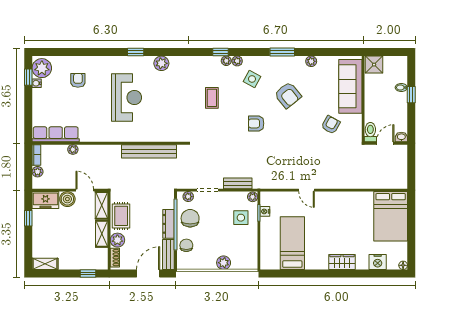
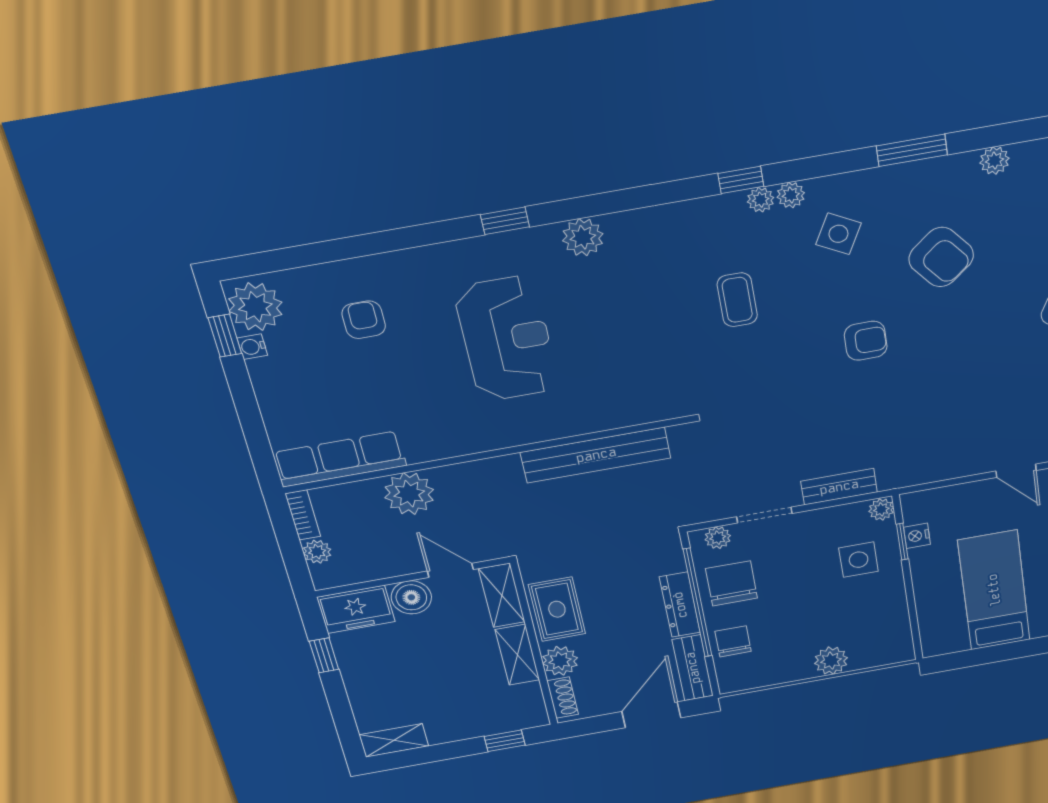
armchair: (256, 123) -> (866, 341), turned 180
plant: (73, 149) -> (409, 494), width x1.87, depth x1.87

